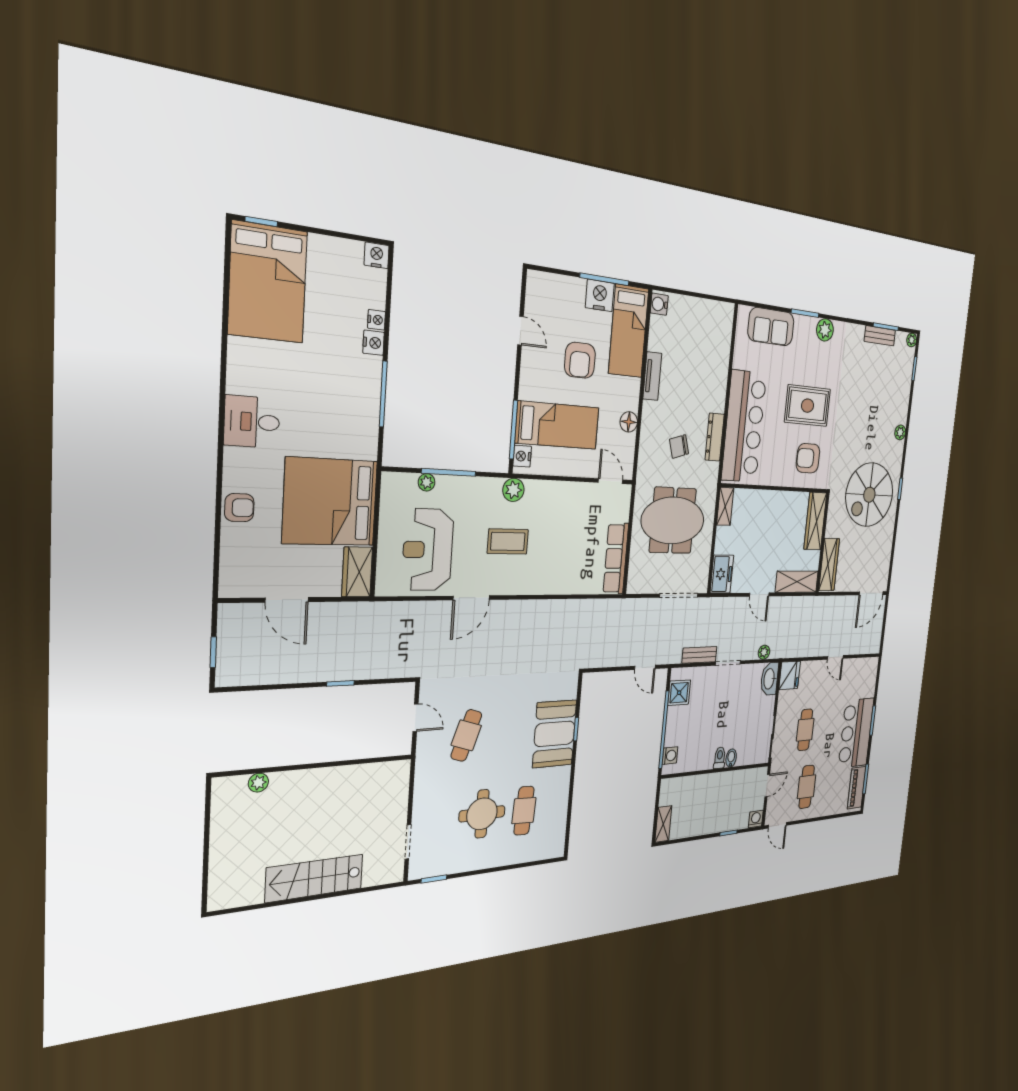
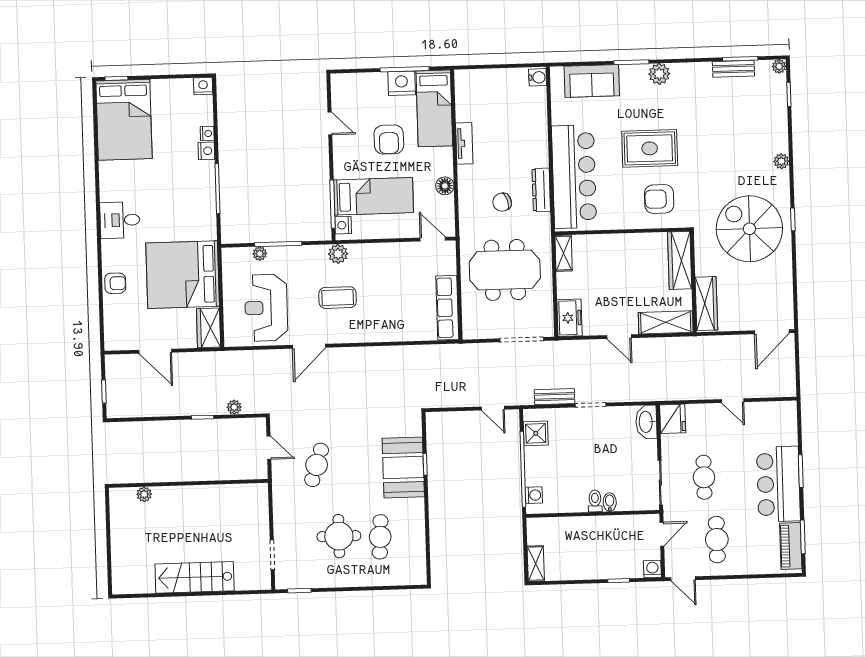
water cooler: (659, 304) -> (538, 77), moved, turned 180
spiral stairs: (869, 495) -> (749, 229), turned 90
plant: (764, 652) -> (234, 407), moved

